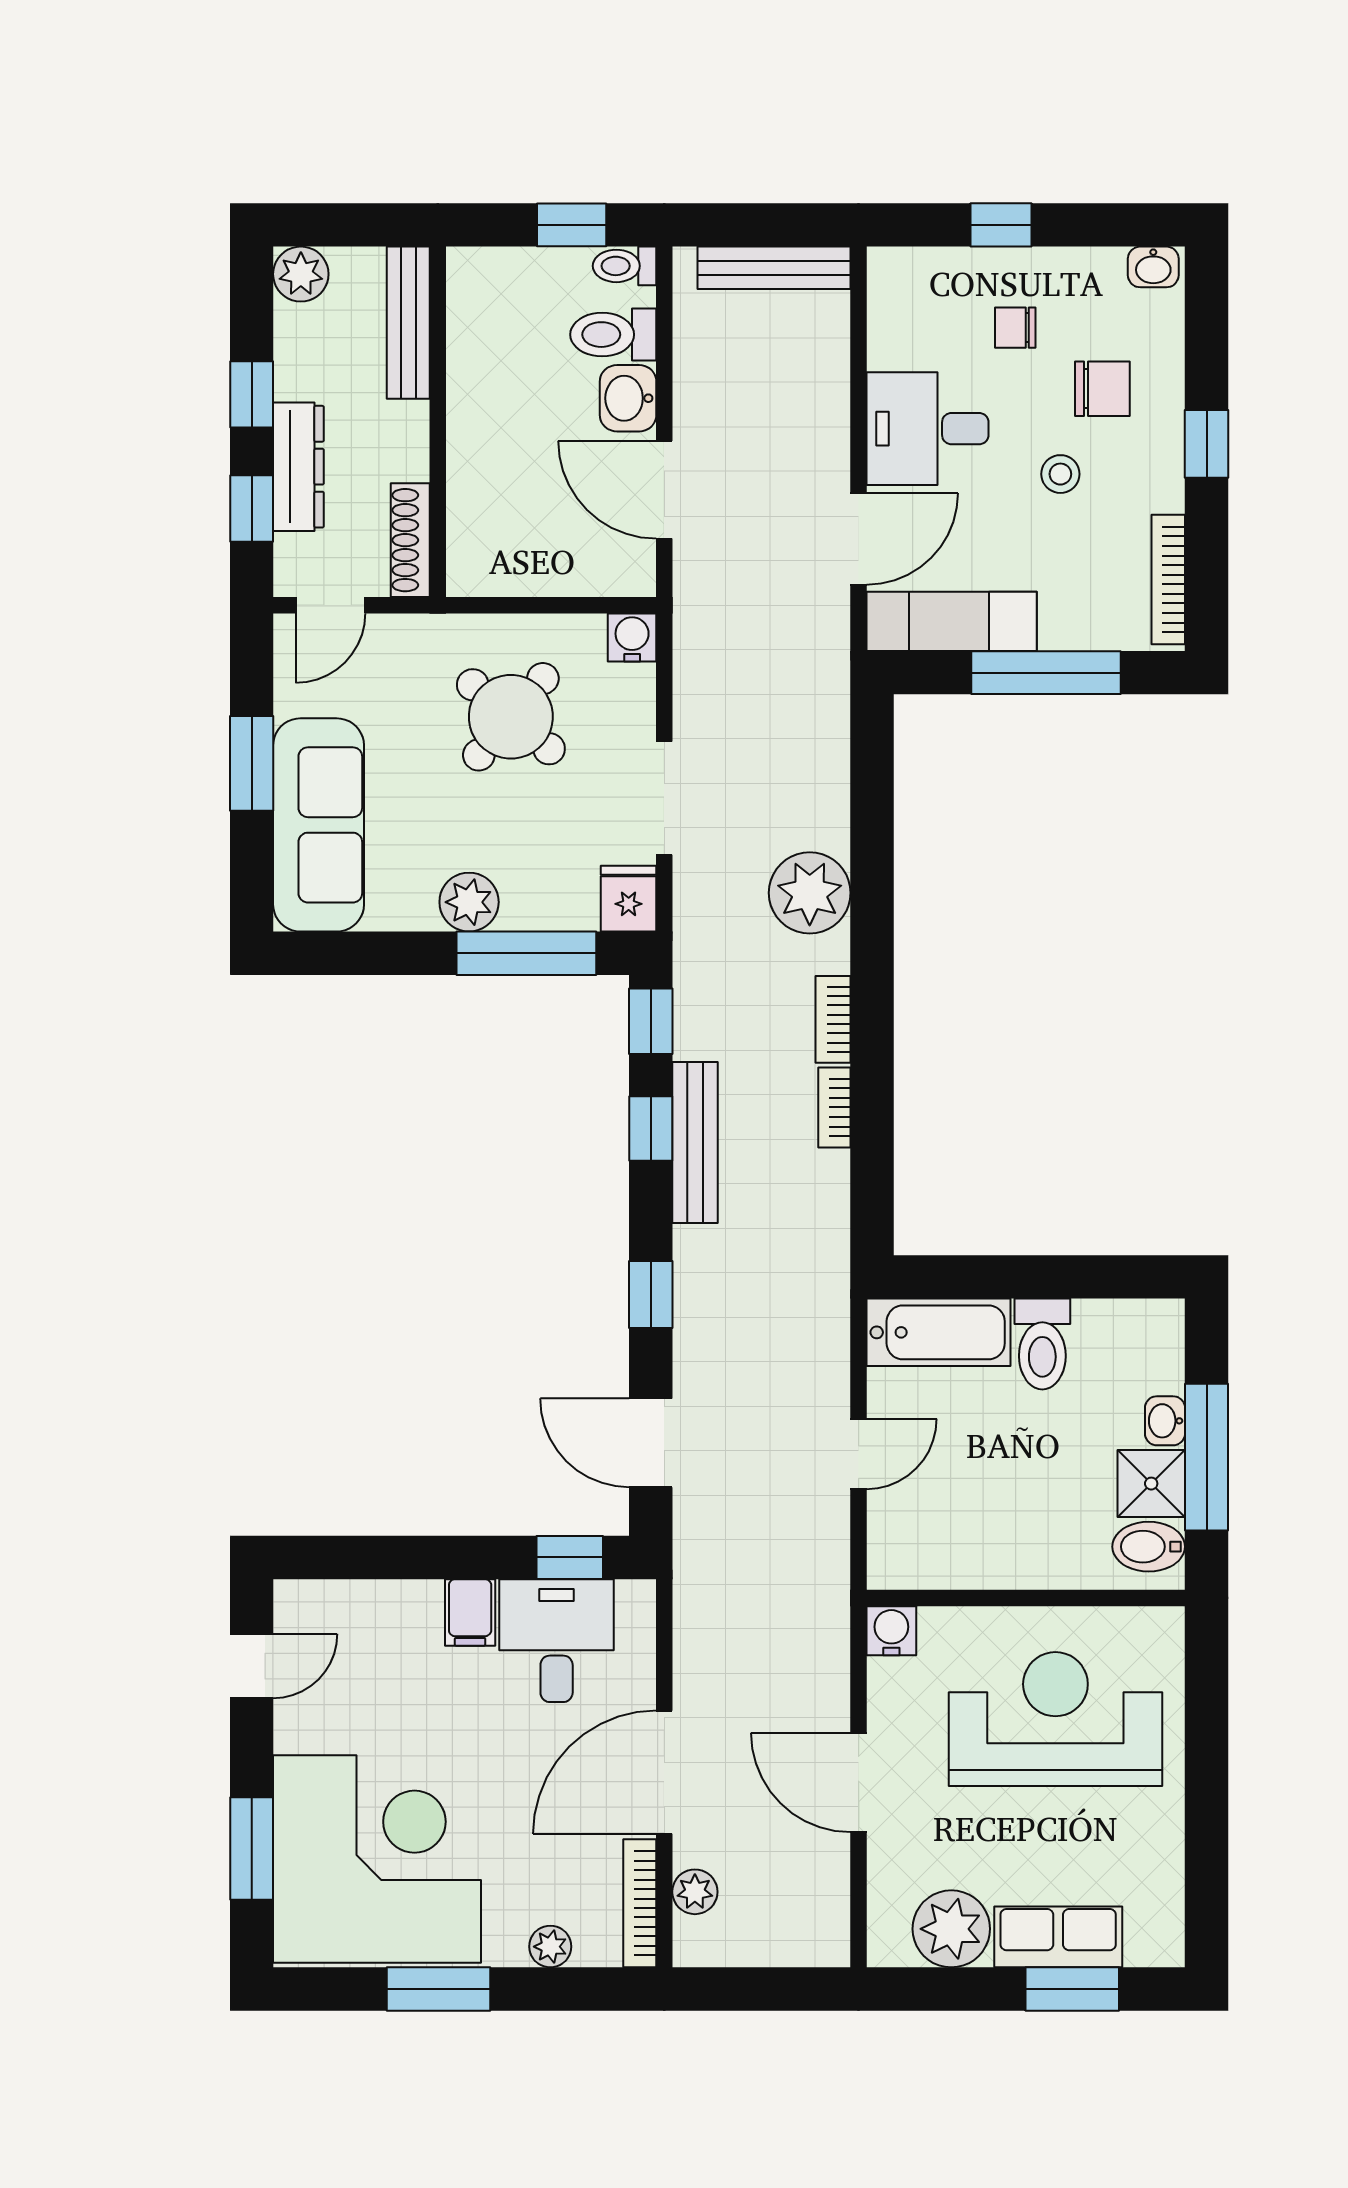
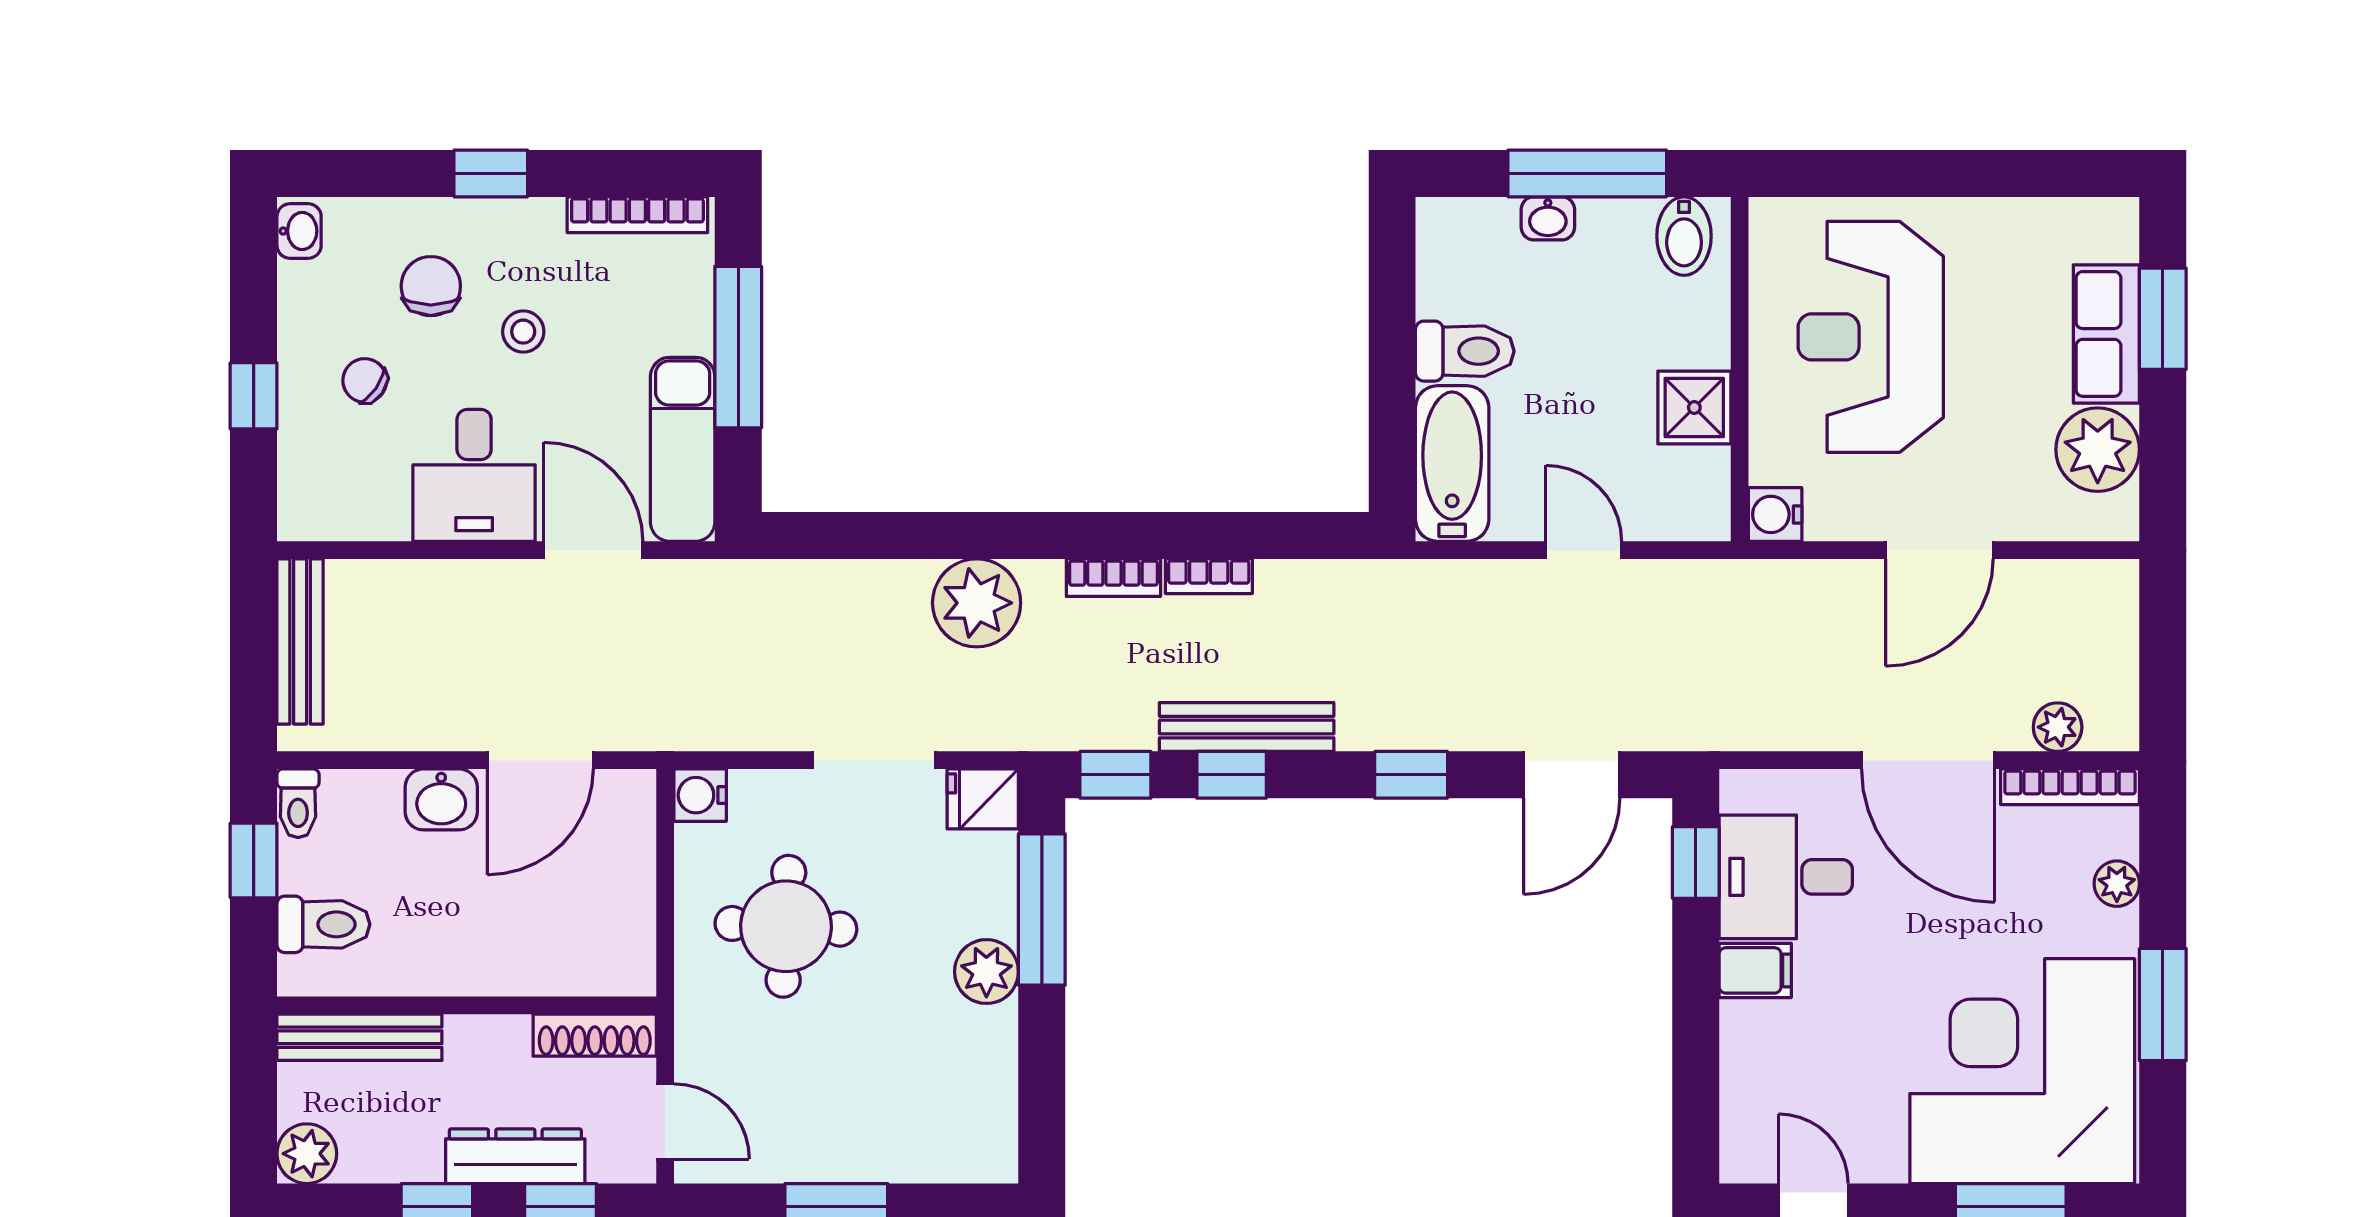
chair: (1015, 328) -> (365, 380), turned 125
toilet: (613, 335) -> (323, 924), moved, turned -90
round table: (511, 717) -> (786, 926), turned -37
sofa: (319, 825) -> (903, 1134), removed
shower: (1151, 1484) -> (1694, 407), moved

